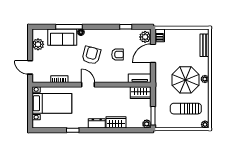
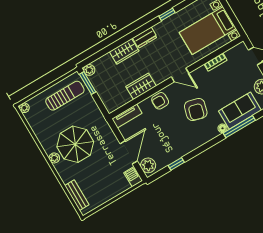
armchair: (117, 55) -> (160, 101), moved
wardrobe: (141, 93) -> (141, 86), moved
sun lounger: (186, 109) -> (65, 96), moved

